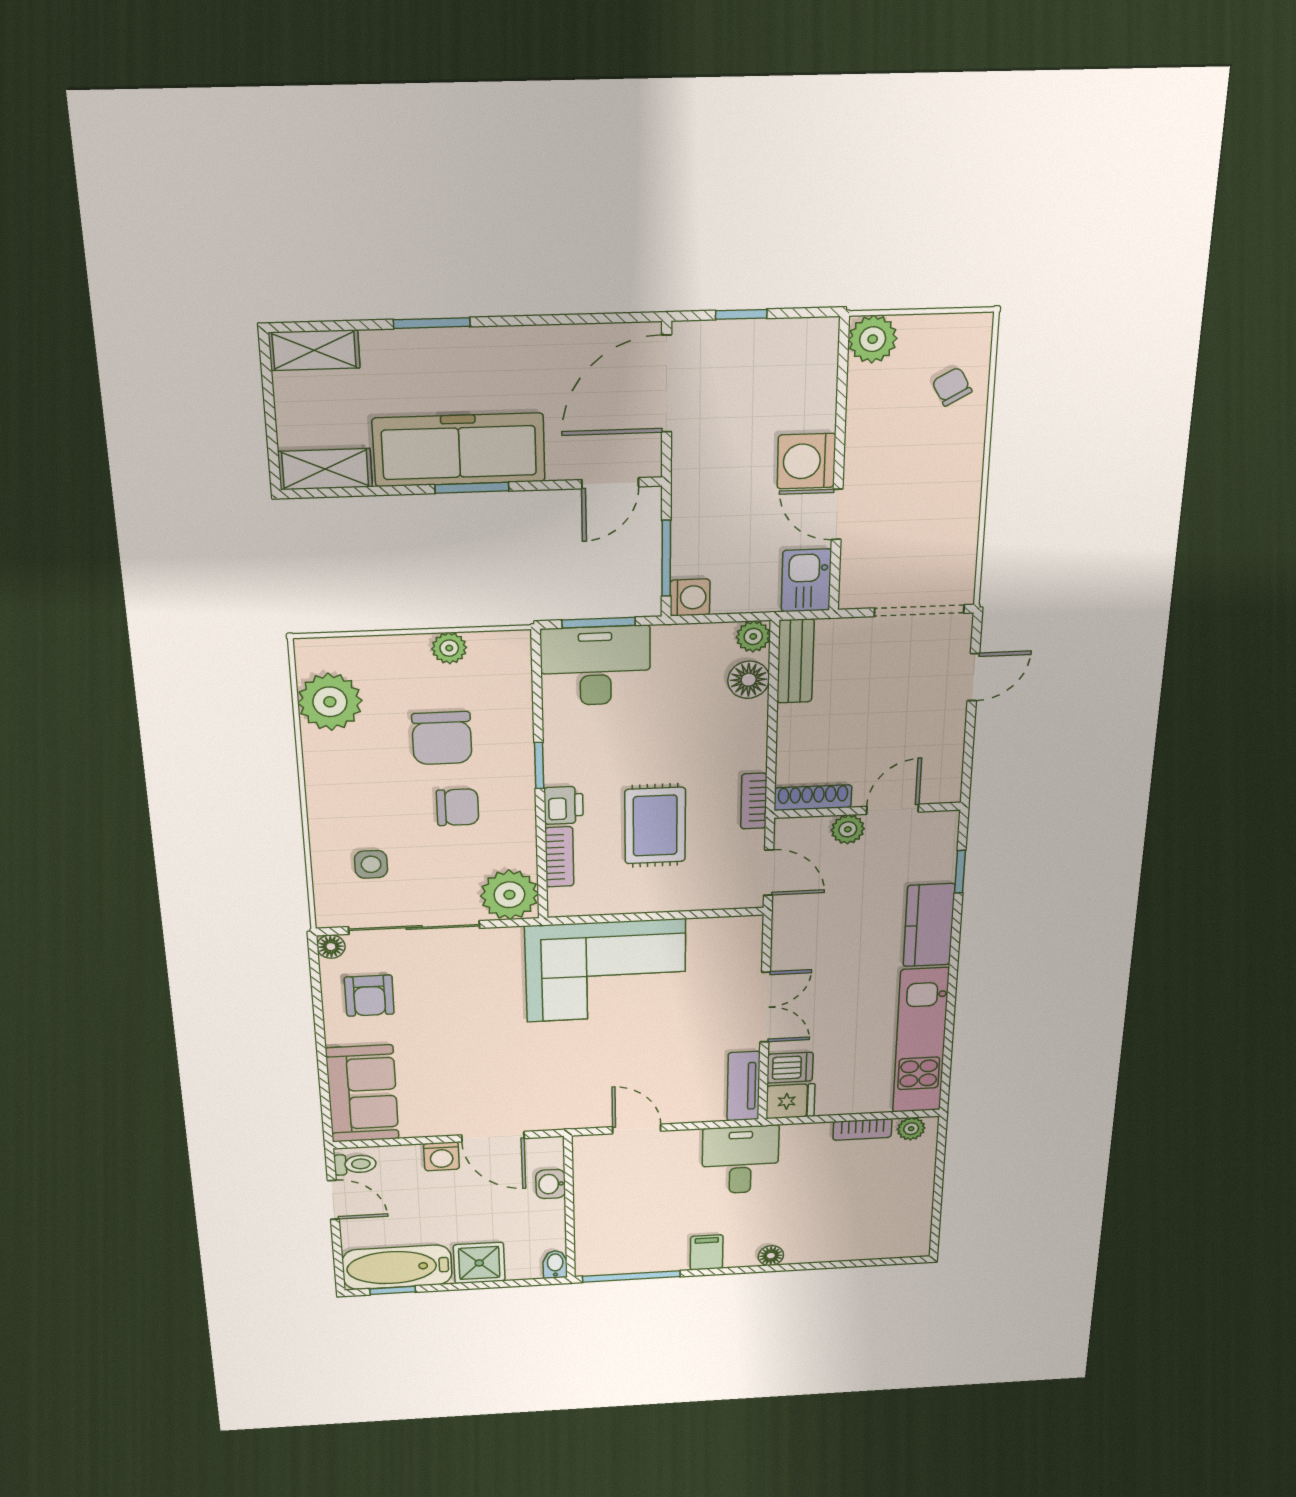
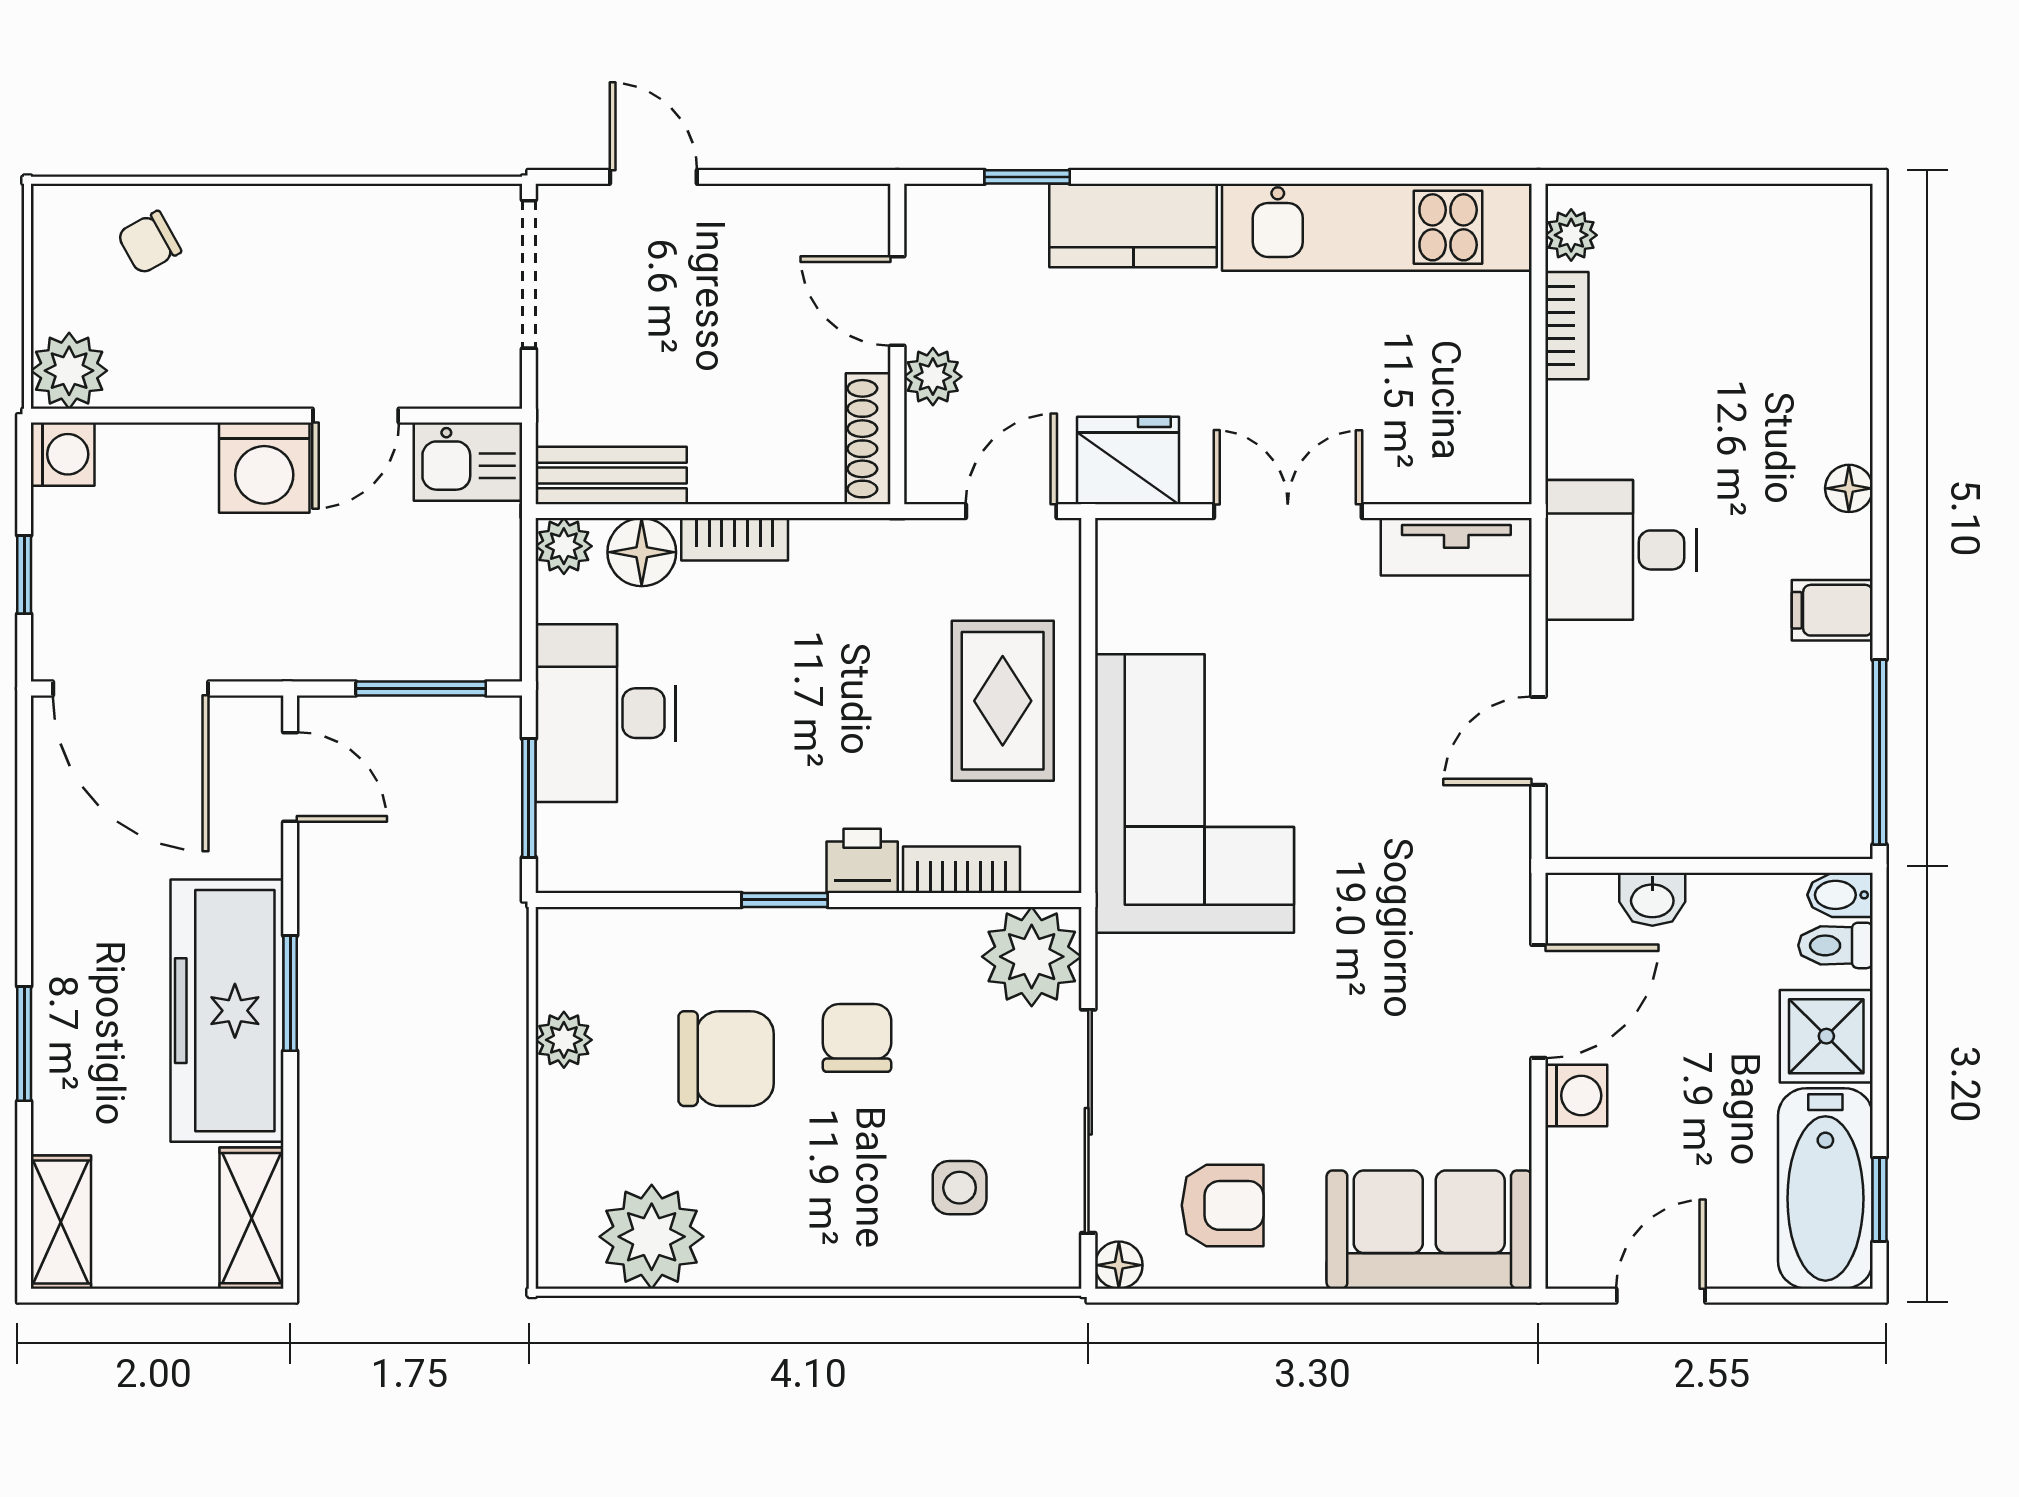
washing machine: (690, 597) -> (63, 454), moved, turned 90
desk: (595, 666) -> (606, 713), moved
bookcase: (754, 801) -> (735, 539), moved
rug: (655, 826) -> (1003, 701), moved, turned 90
dishwasher: (790, 1068) -> (1421, 463), removed
fridge: (790, 1101) -> (1128, 460), moved, width x1.38
toilet: (355, 1164) -> (1836, 945), moved, turned -90

